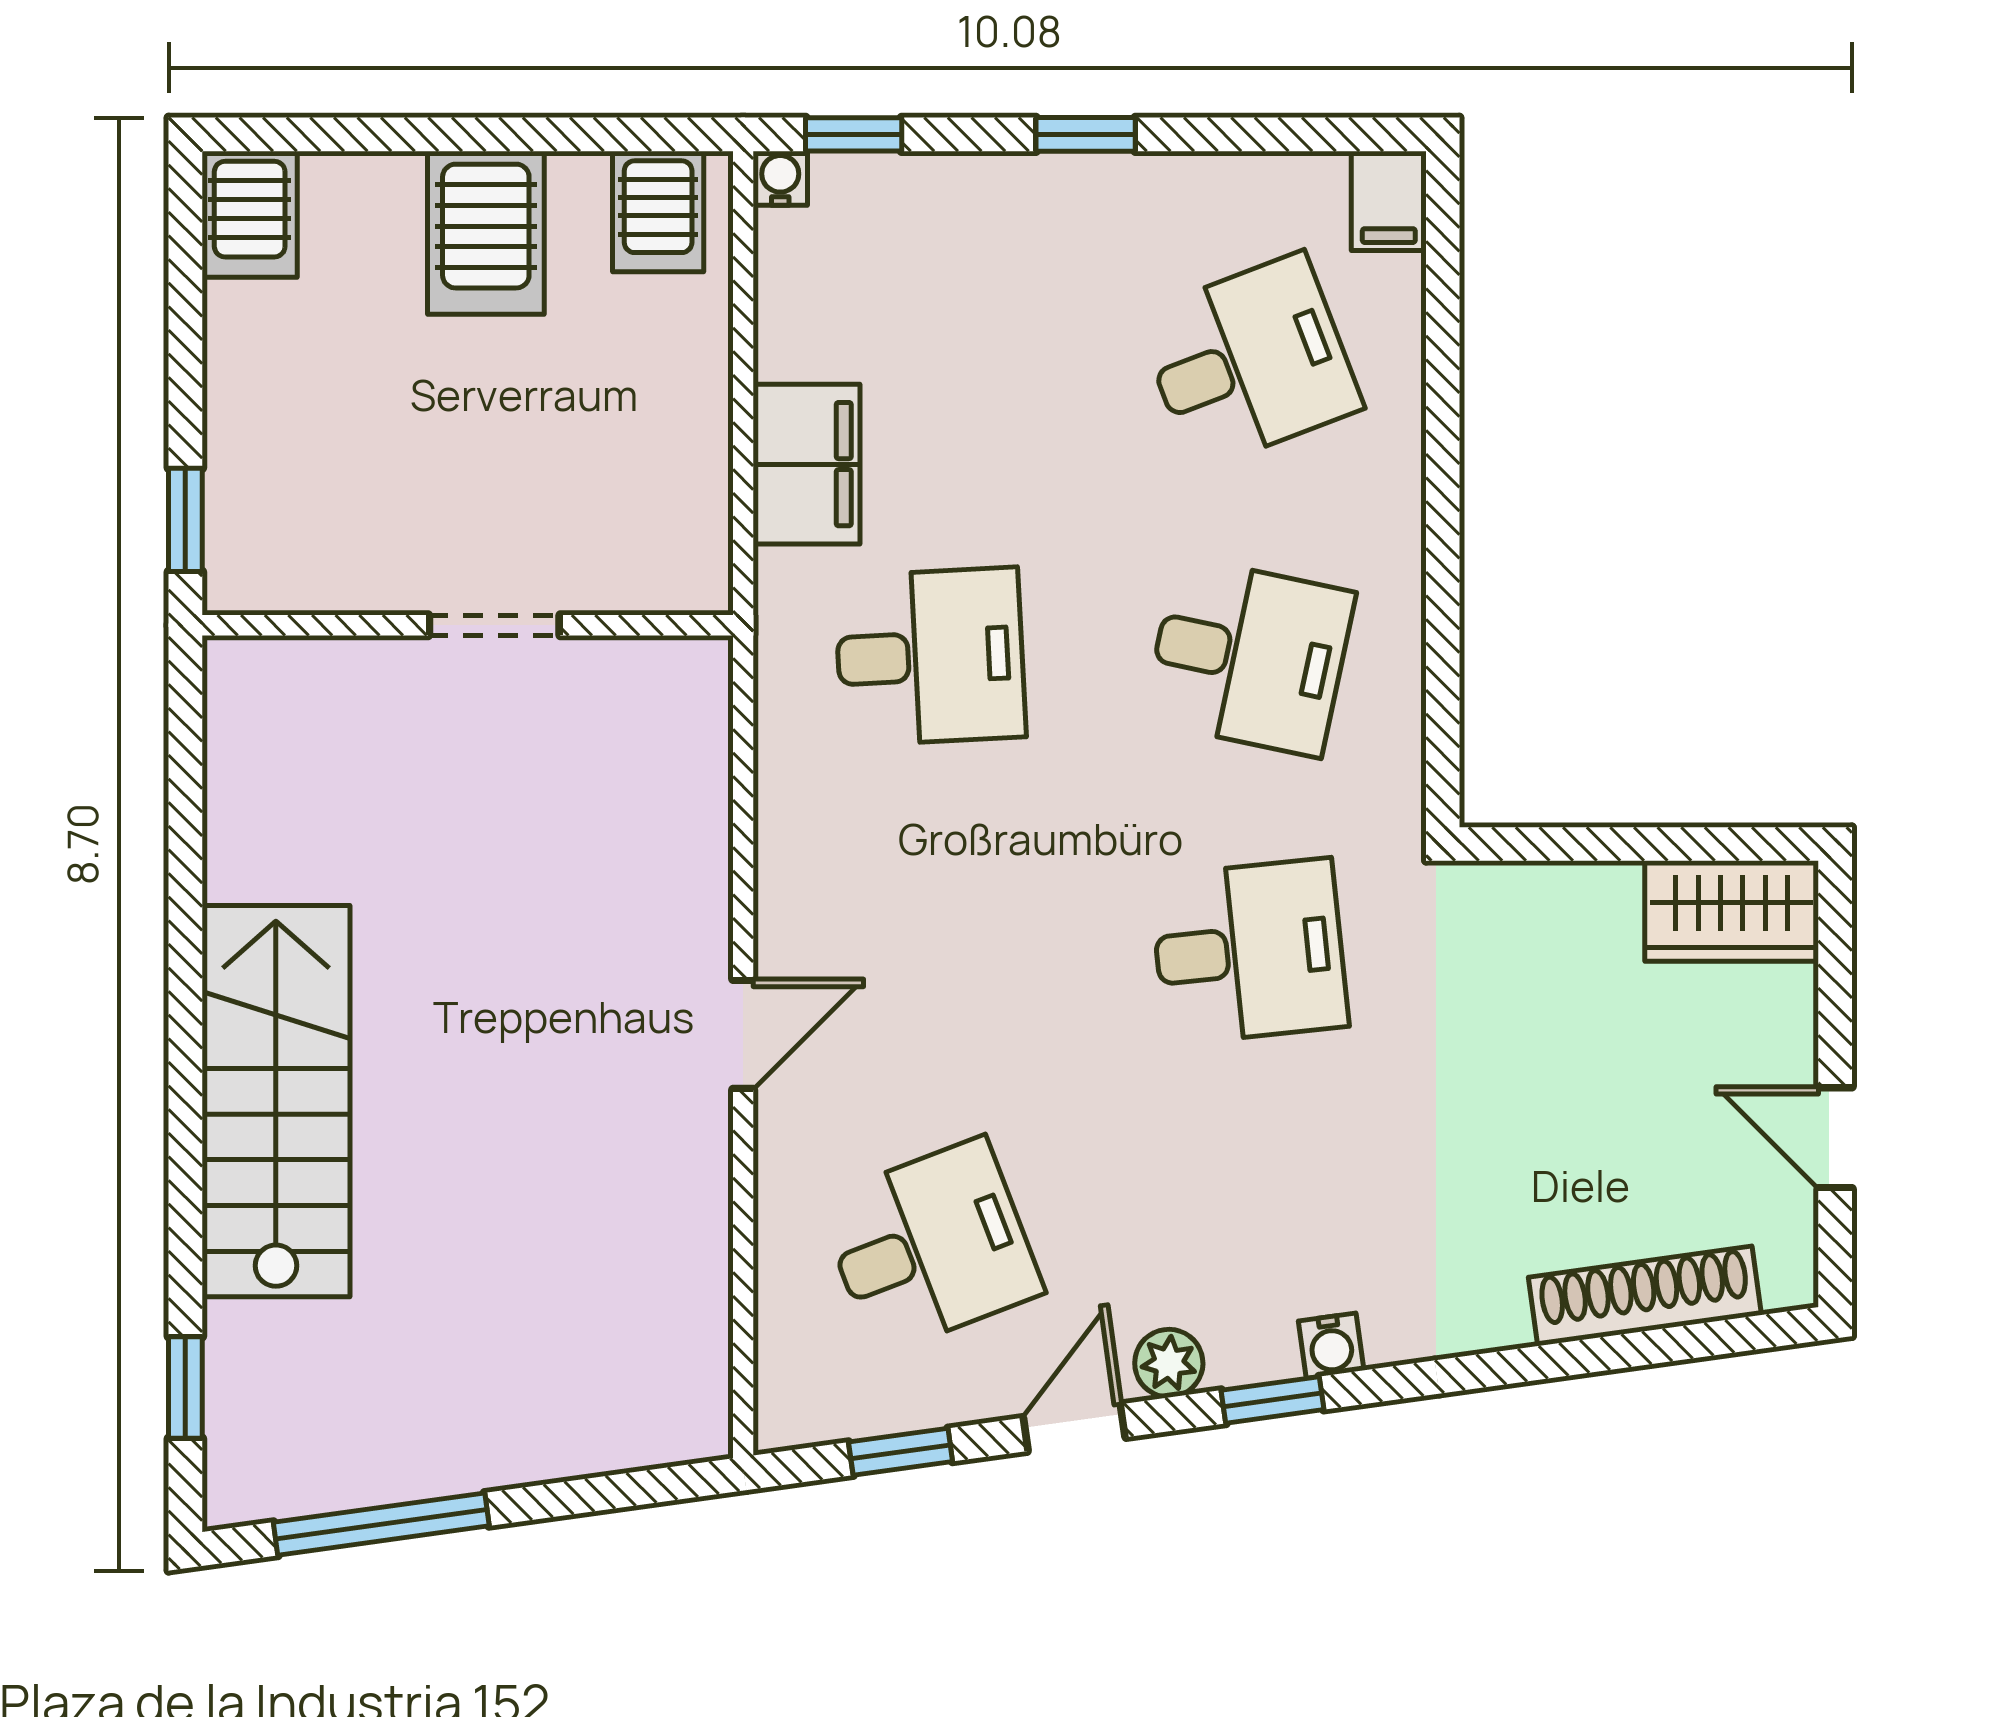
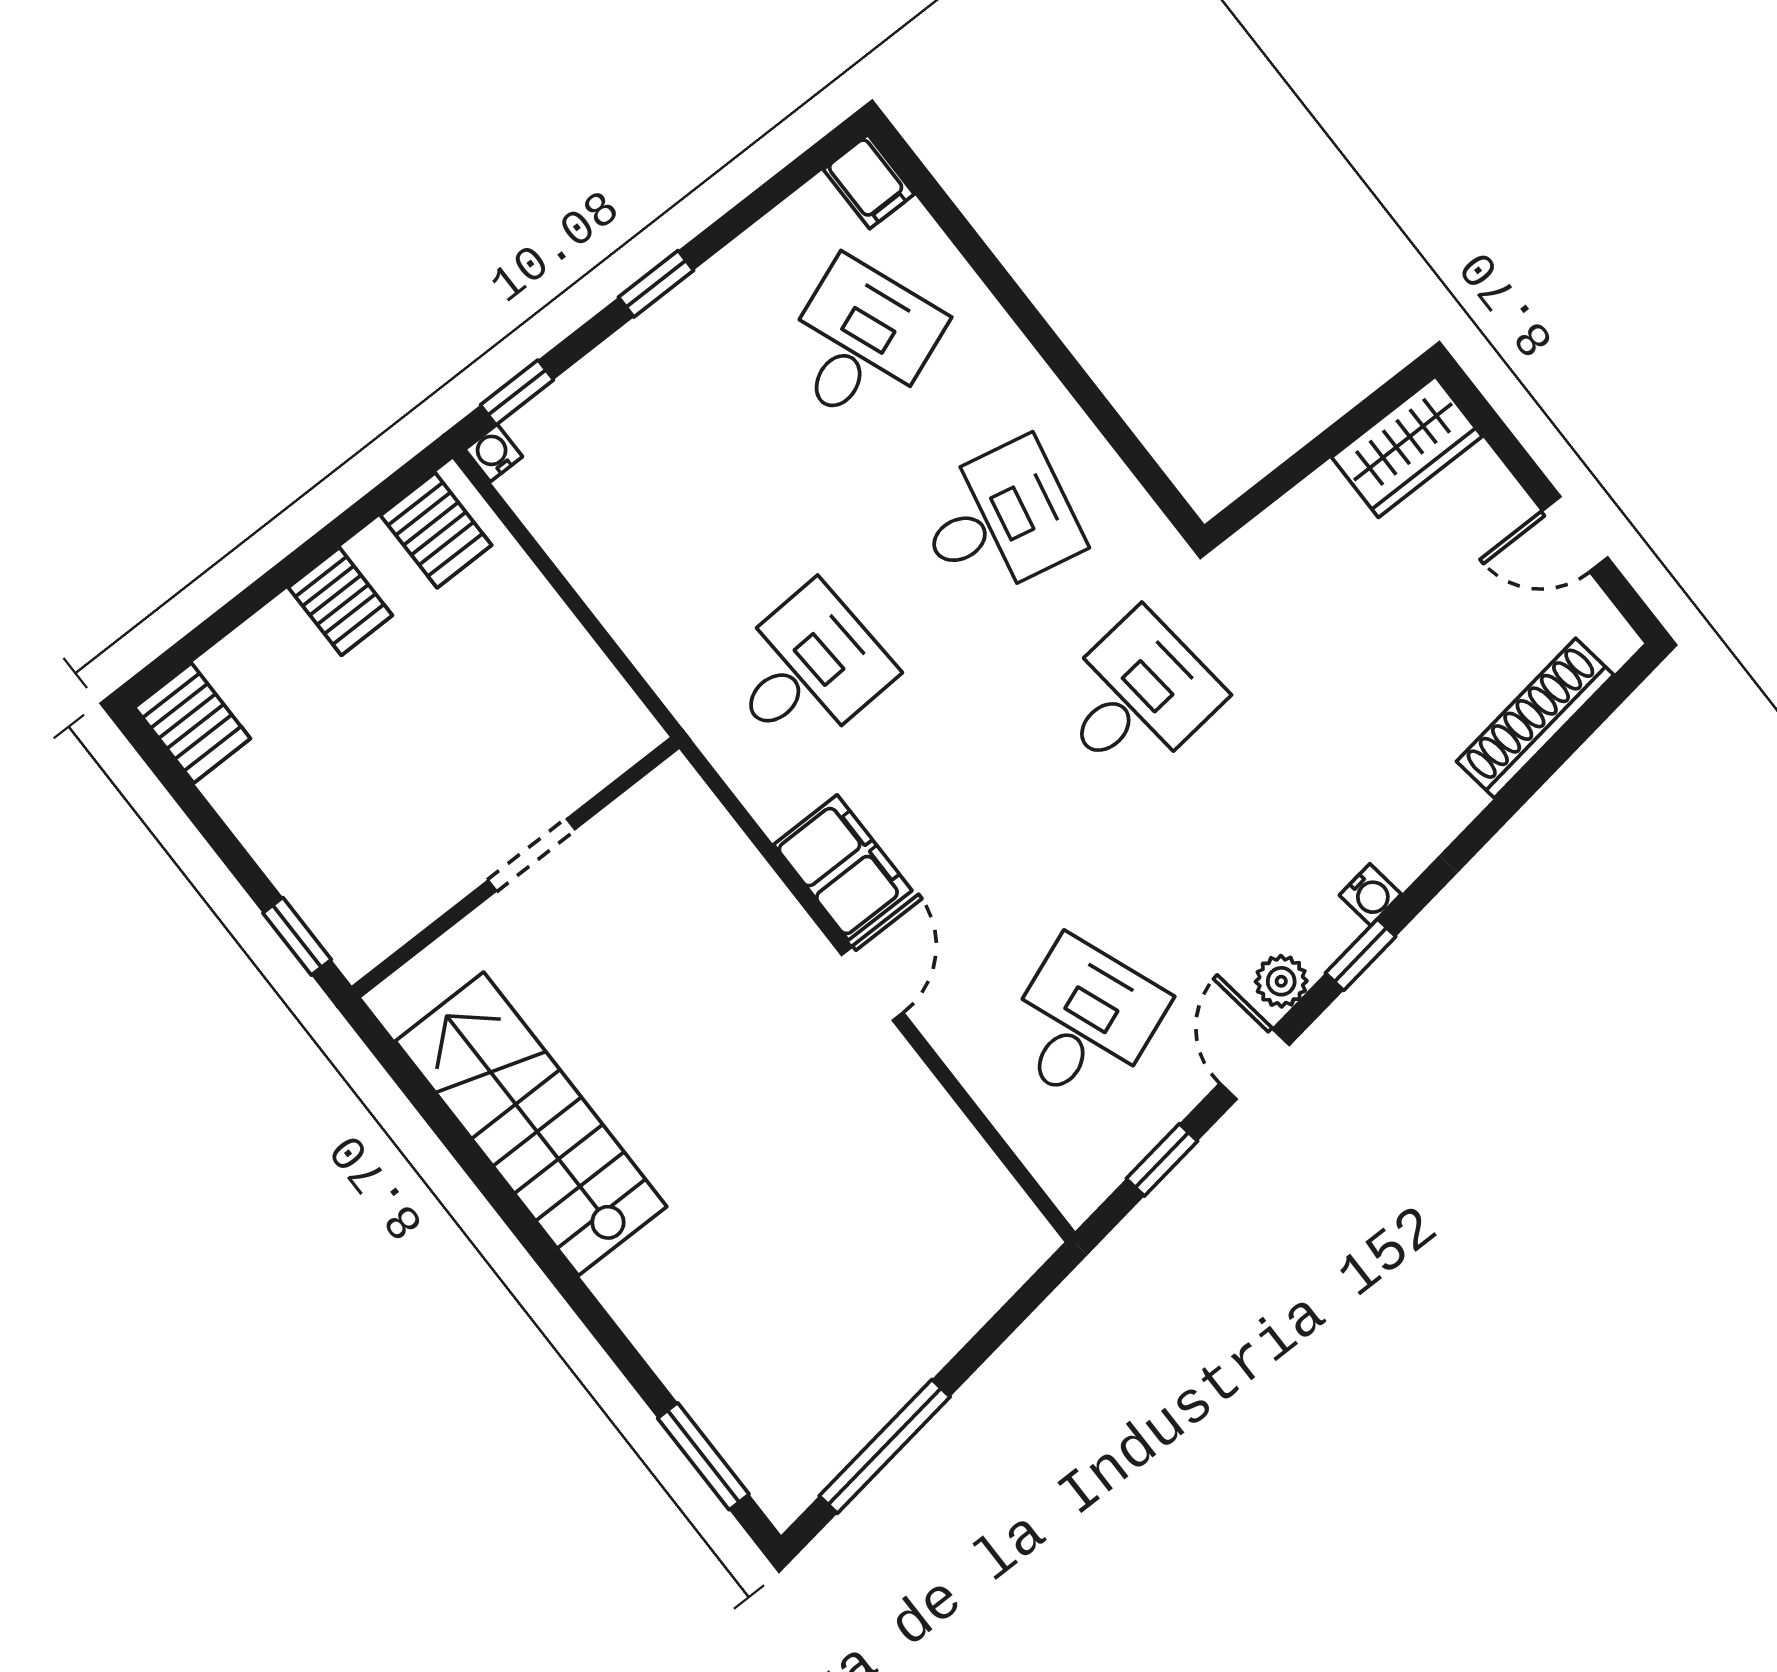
server rack: (486, 233) -> (340, 601), width x0.73, depth x0.70
filing cabinet: (806, 464) -> (843, 868), moved
stairs: (276, 1101) -> (531, 1124), moved
window: (185, 1388) -> (703, 1456), width x1.50

